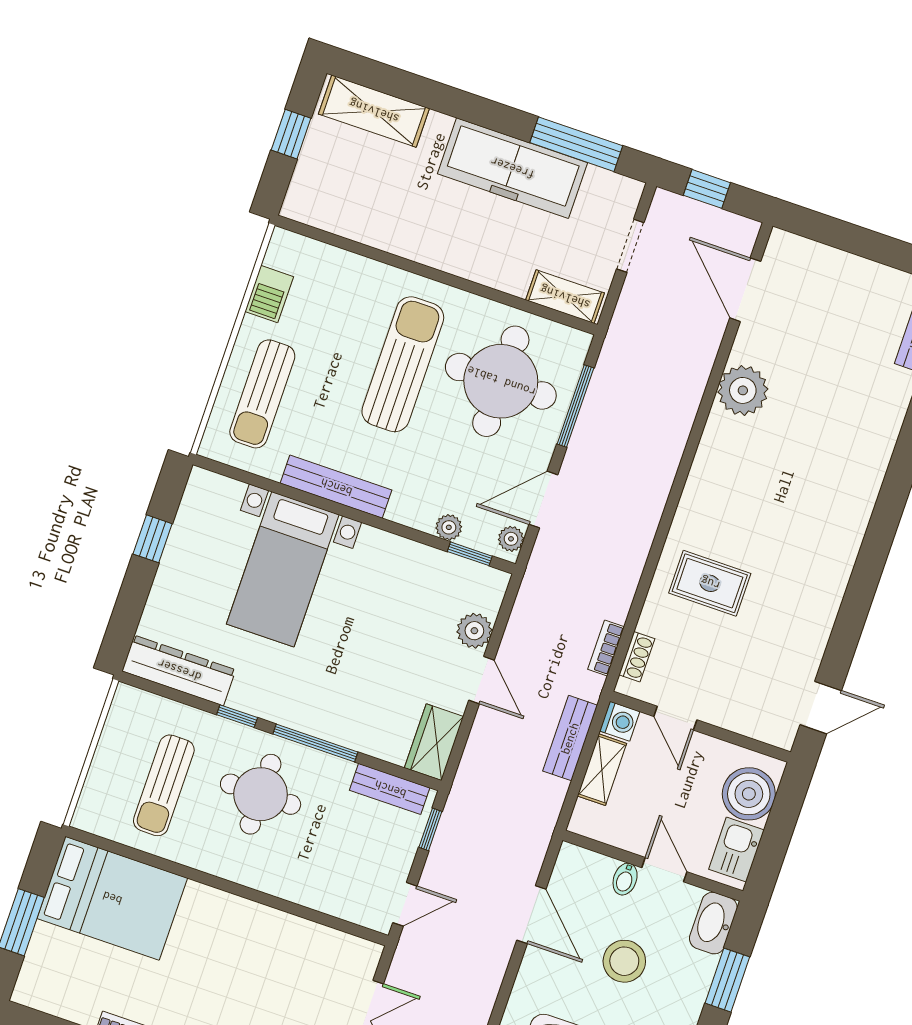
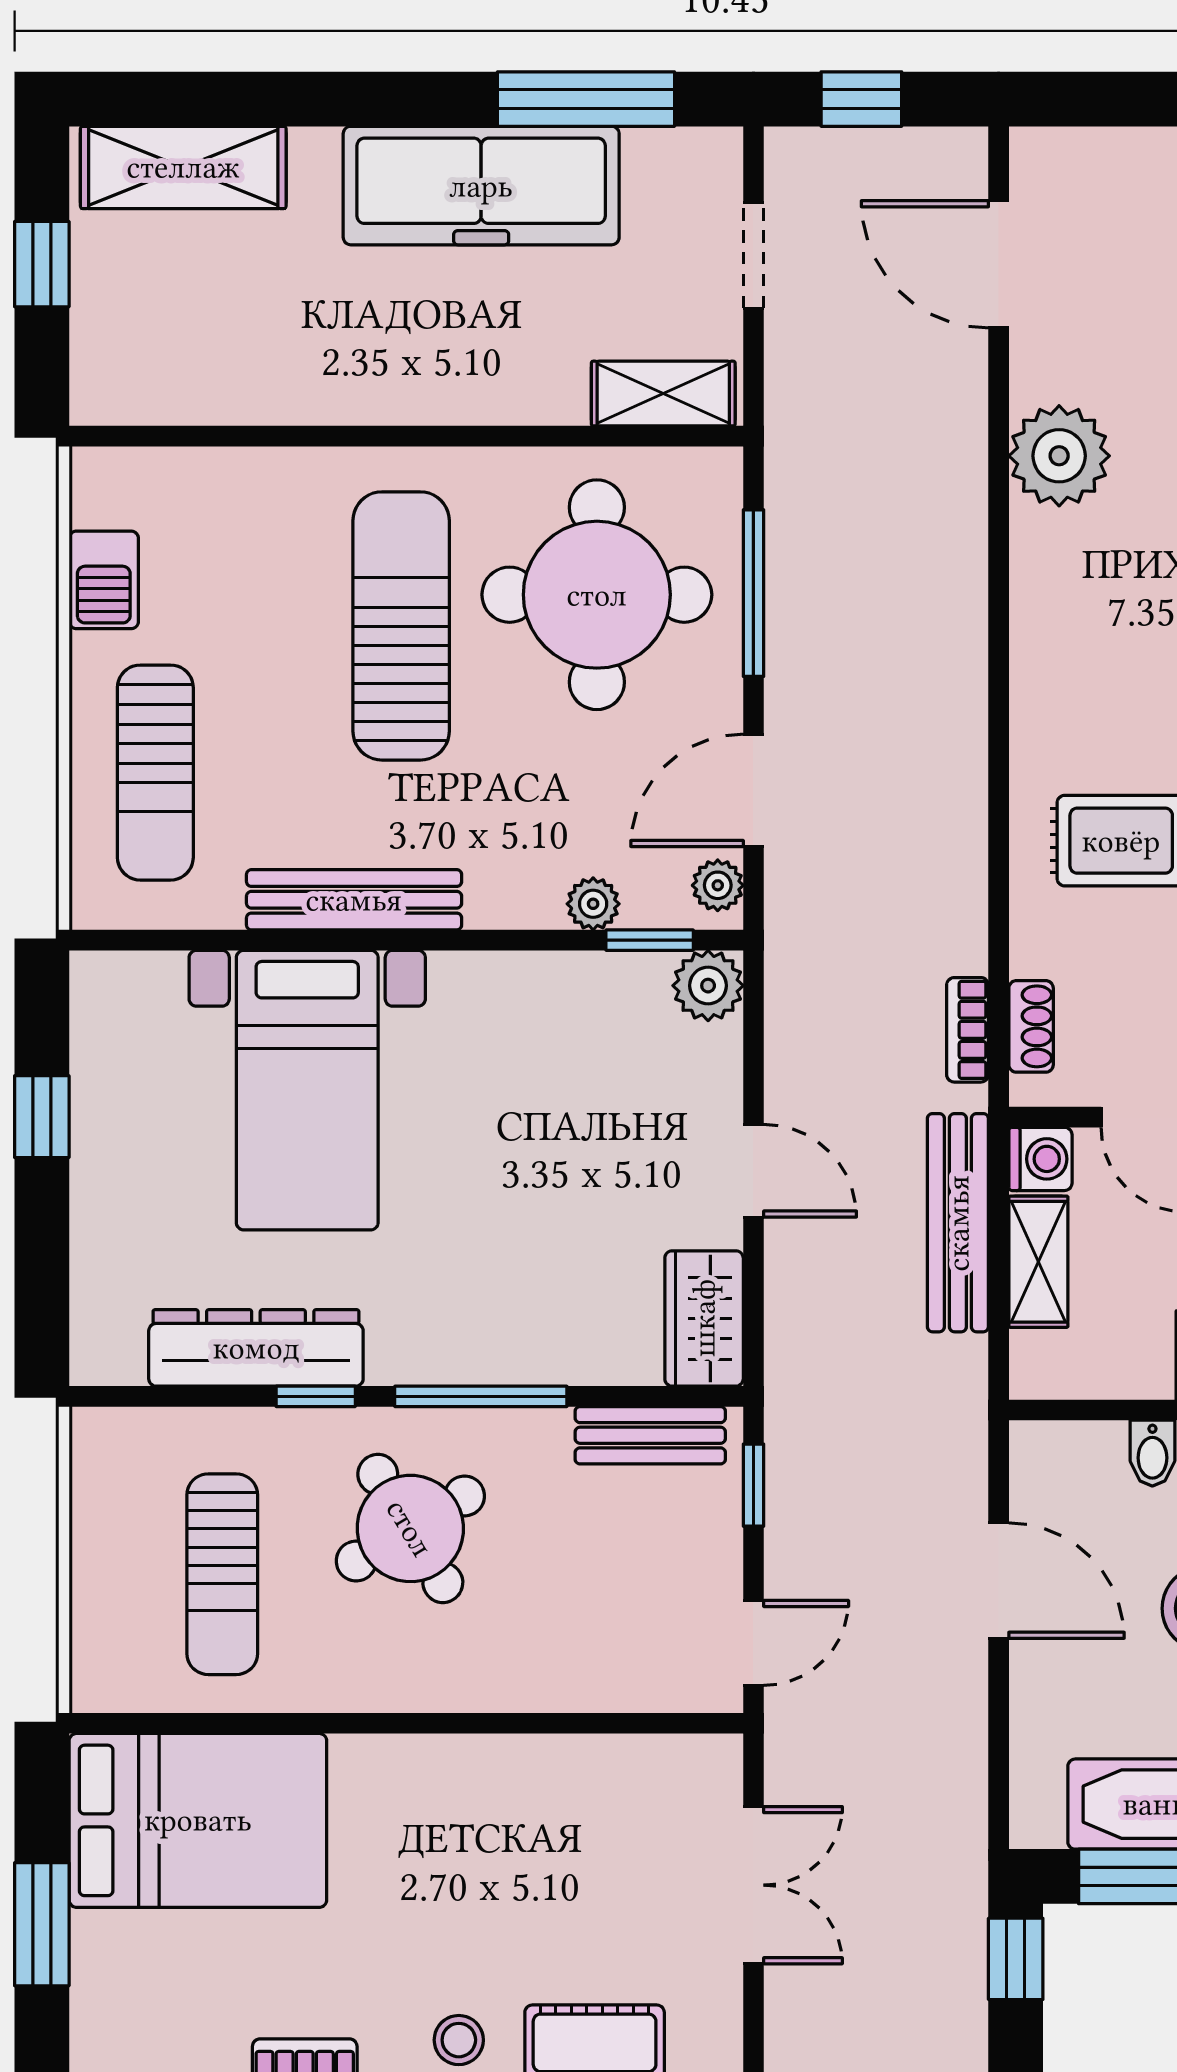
plant: (474, 631) -> (708, 986), moved
dresser: (179, 670) -> (256, 1348), moved
bench: (570, 738) -> (958, 1223), width x1.36
round table: (261, 794) -> (410, 1528), turned -31

